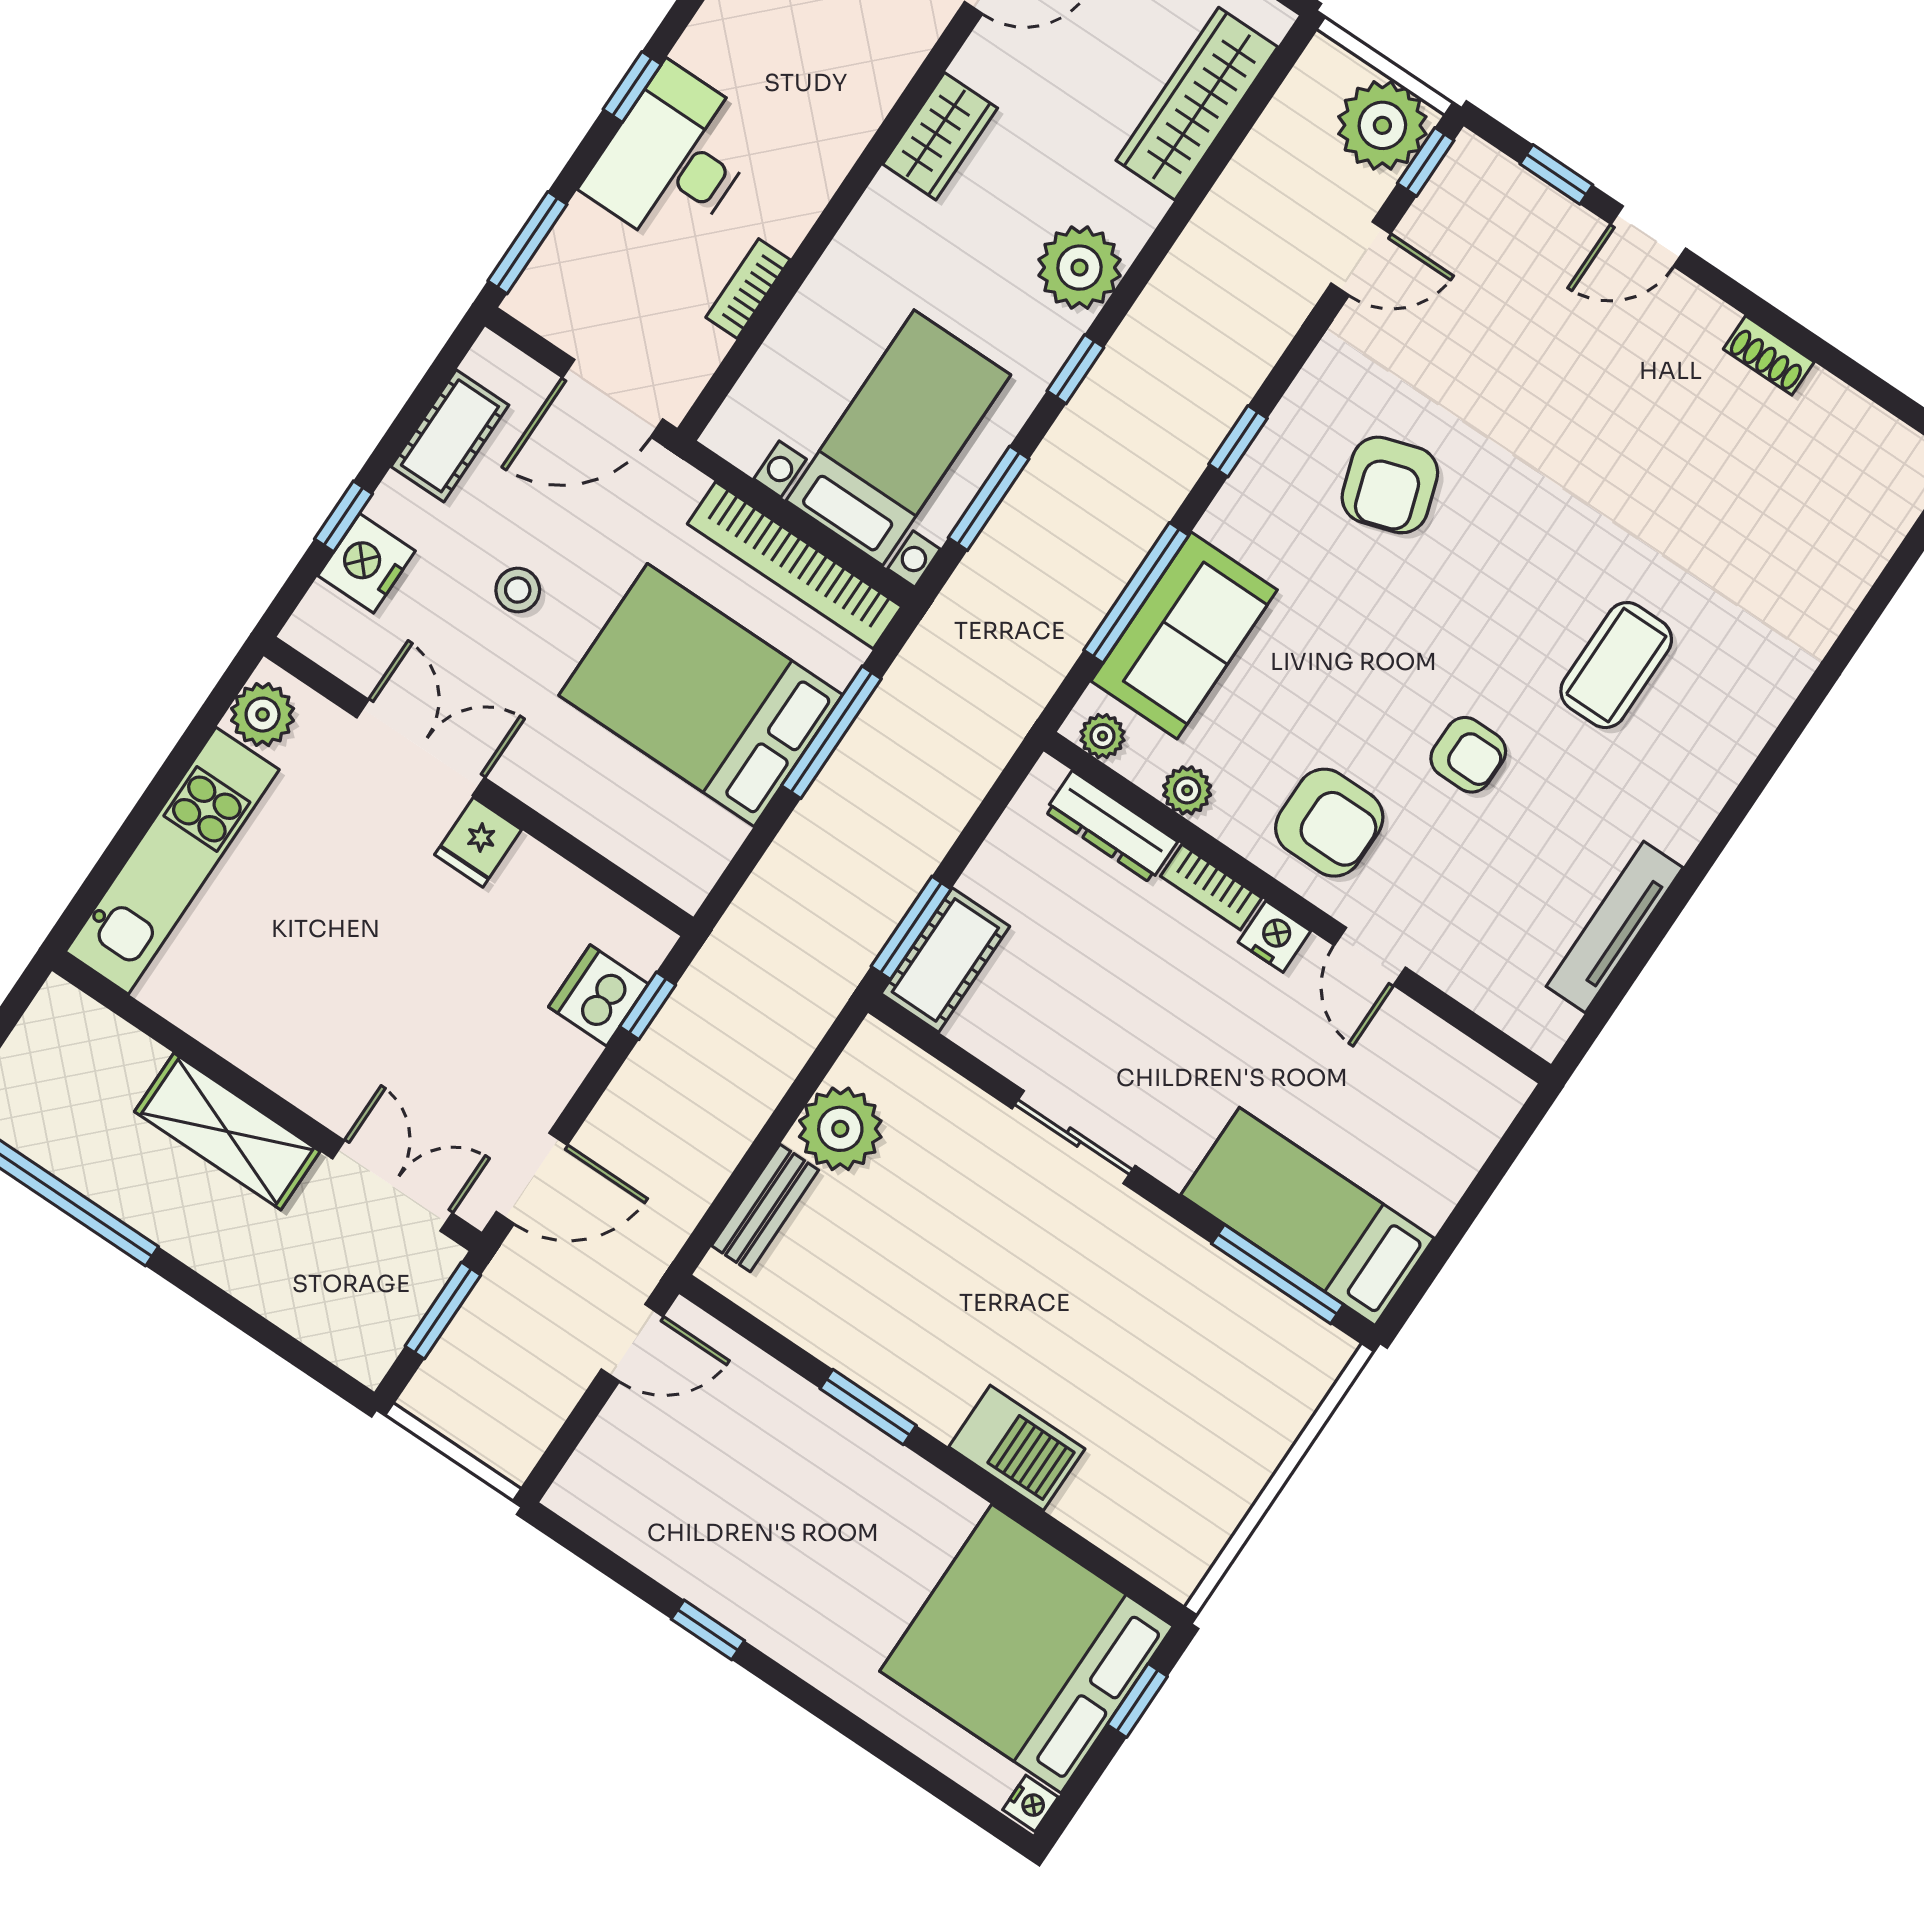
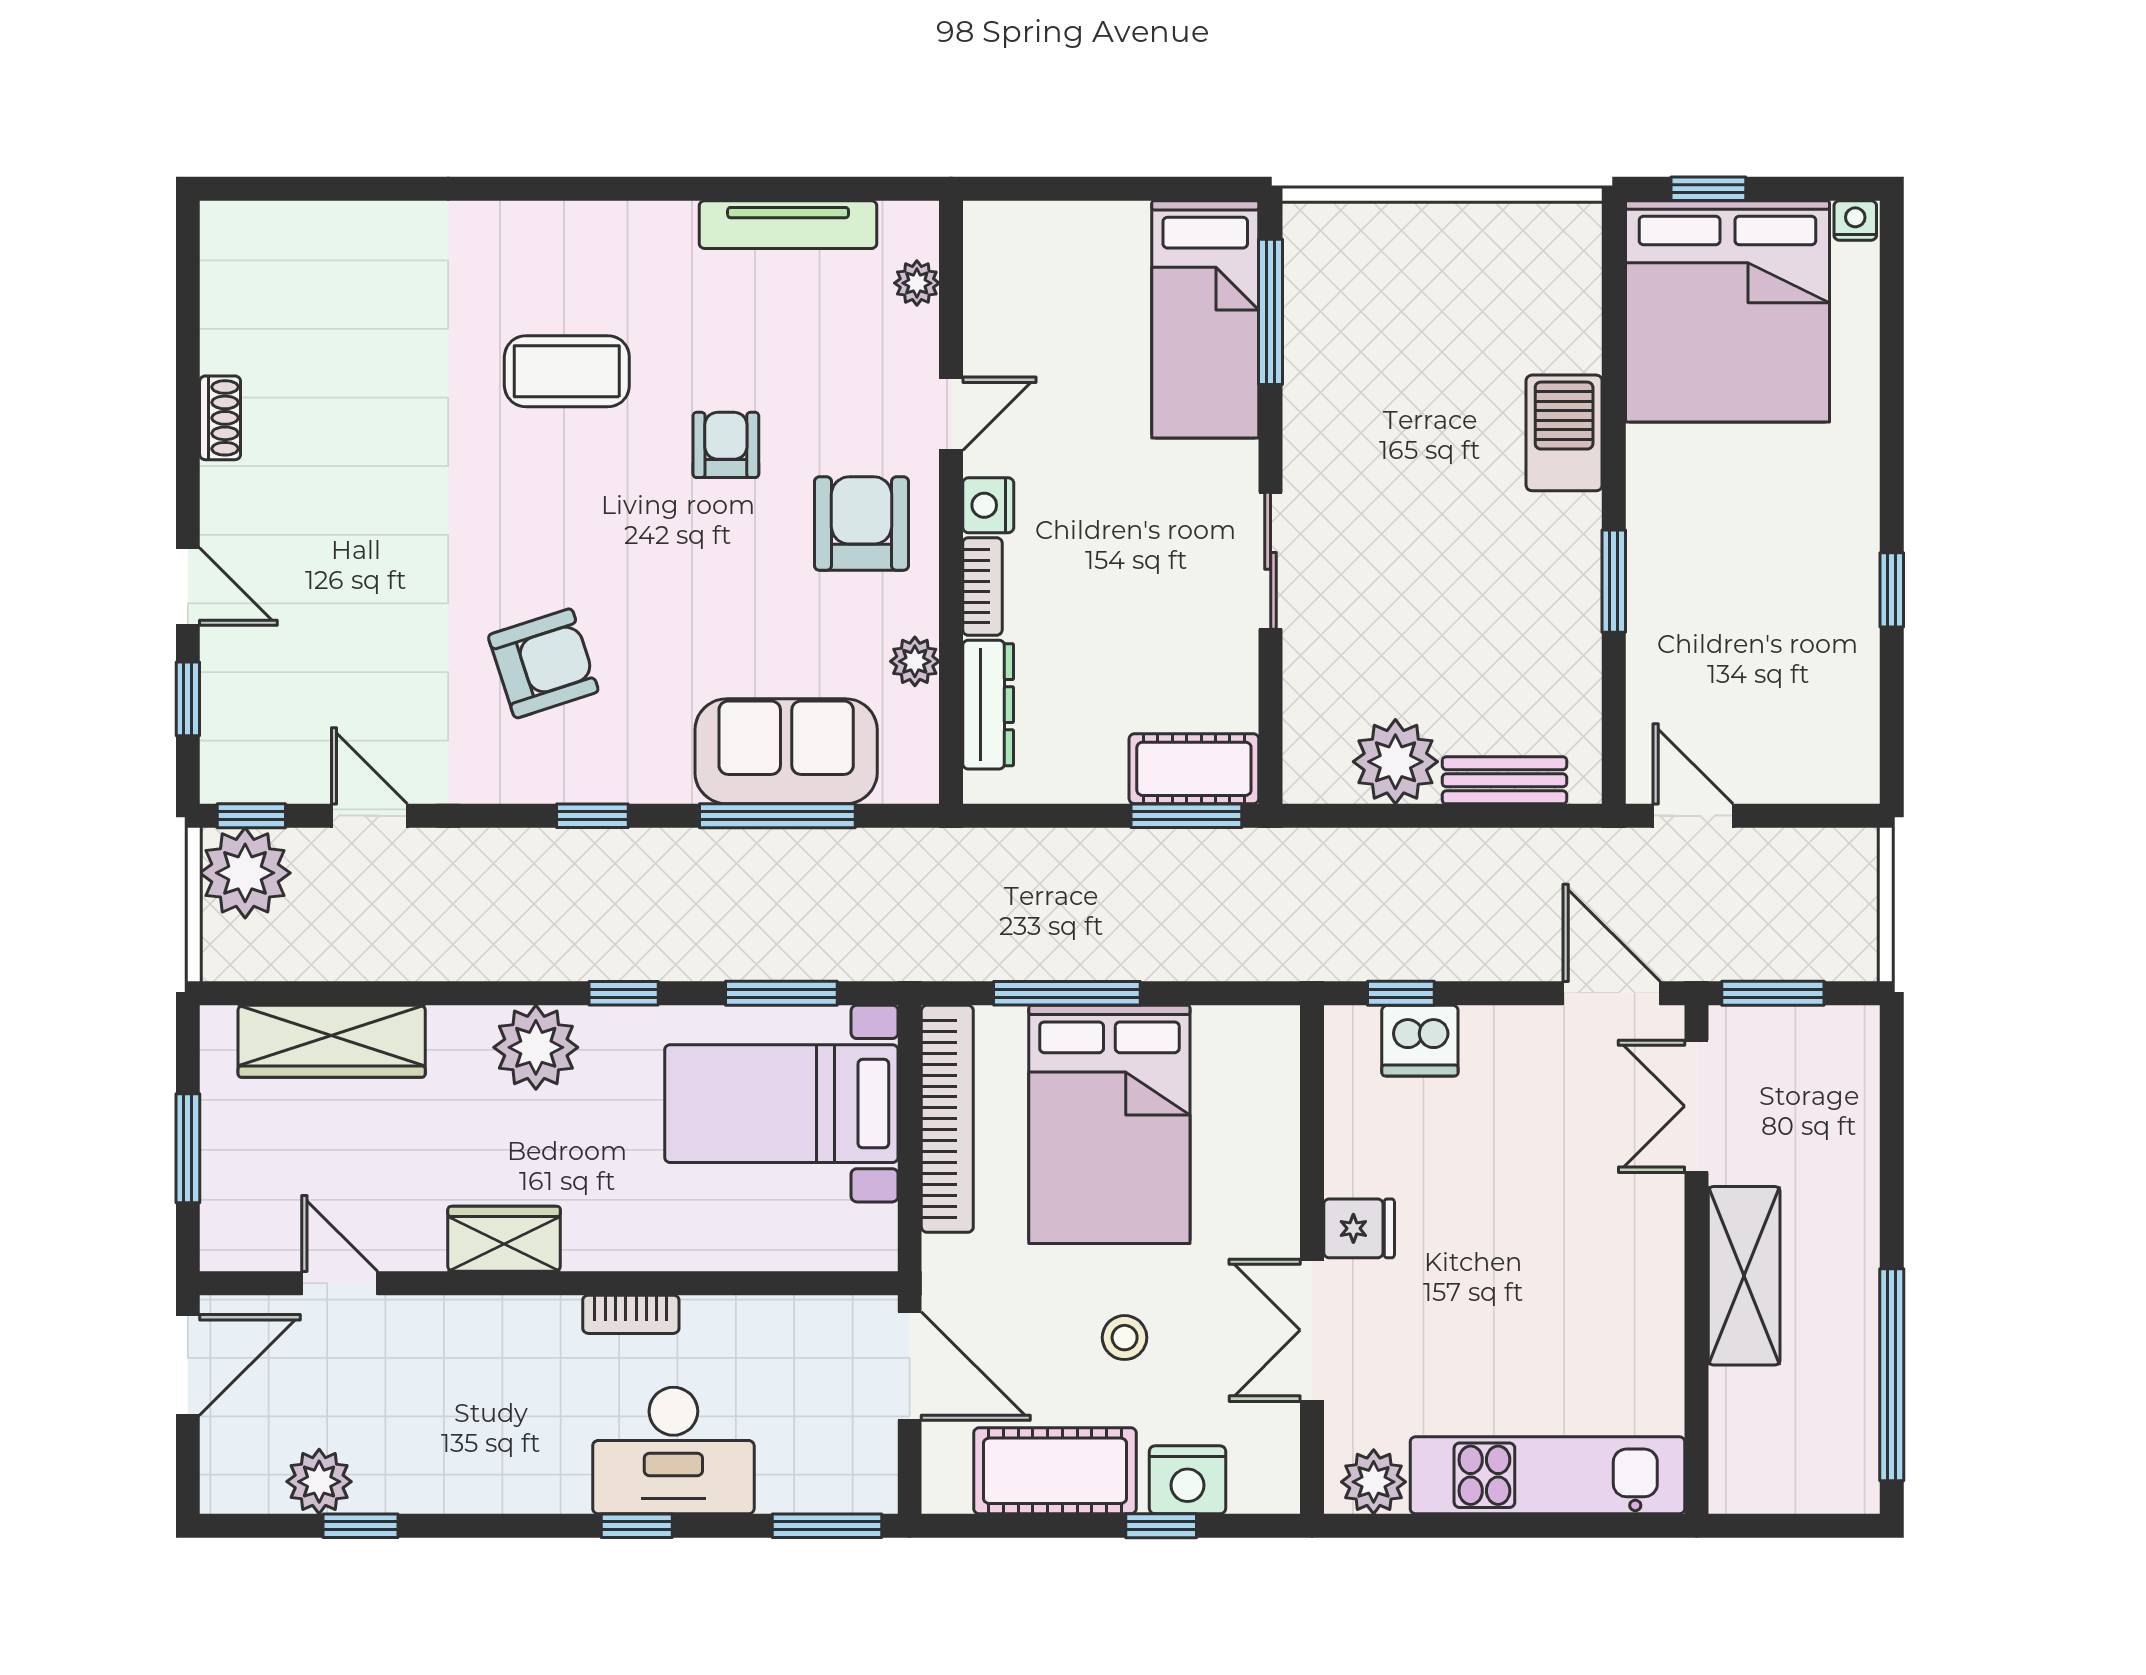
bookcase: (748, 289) -> (631, 1314), moved
cot: (450, 436) -> (1055, 1471), width x1.37, depth x1.34
plant: (1102, 736) -> (917, 283), moved

